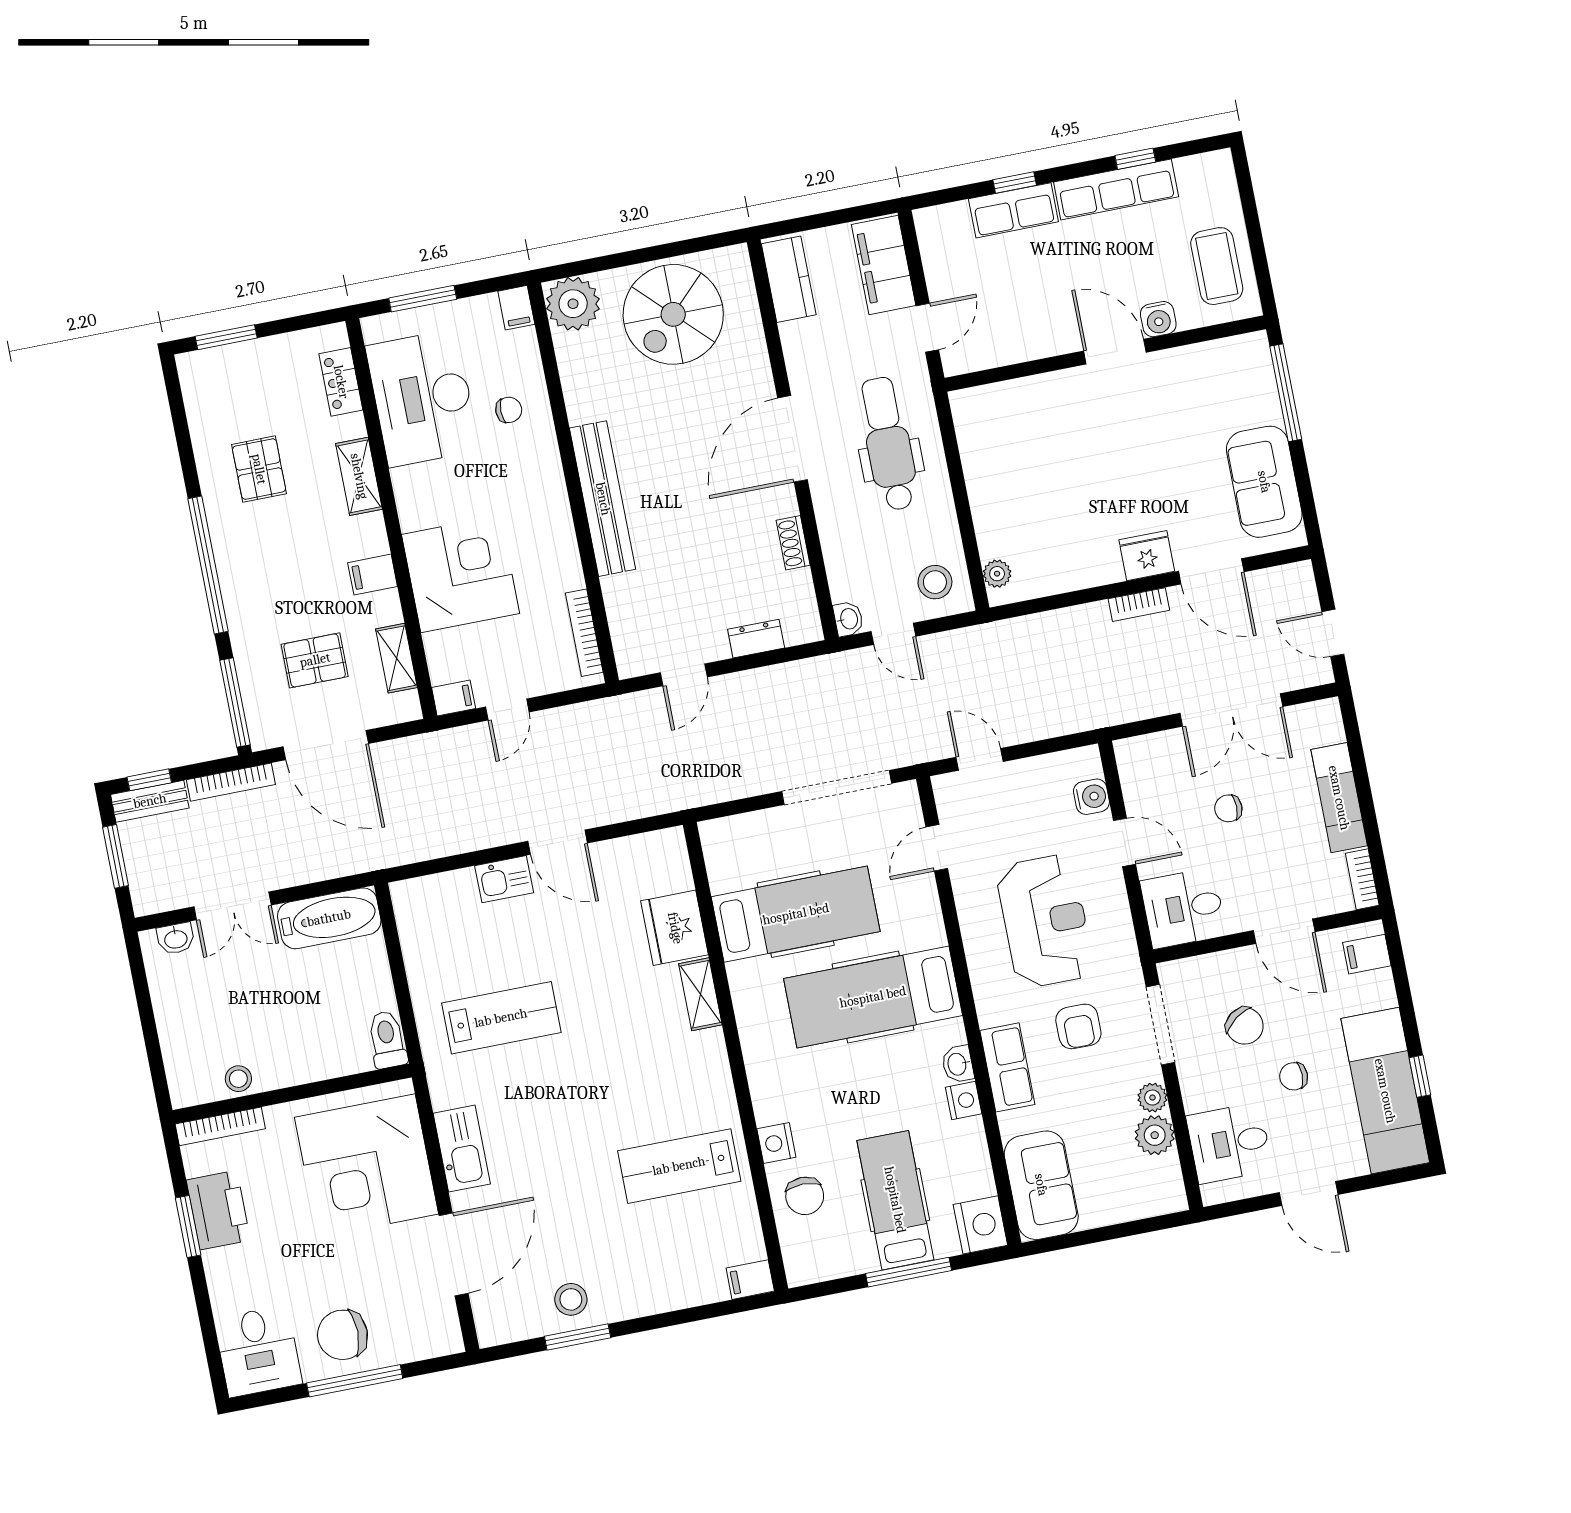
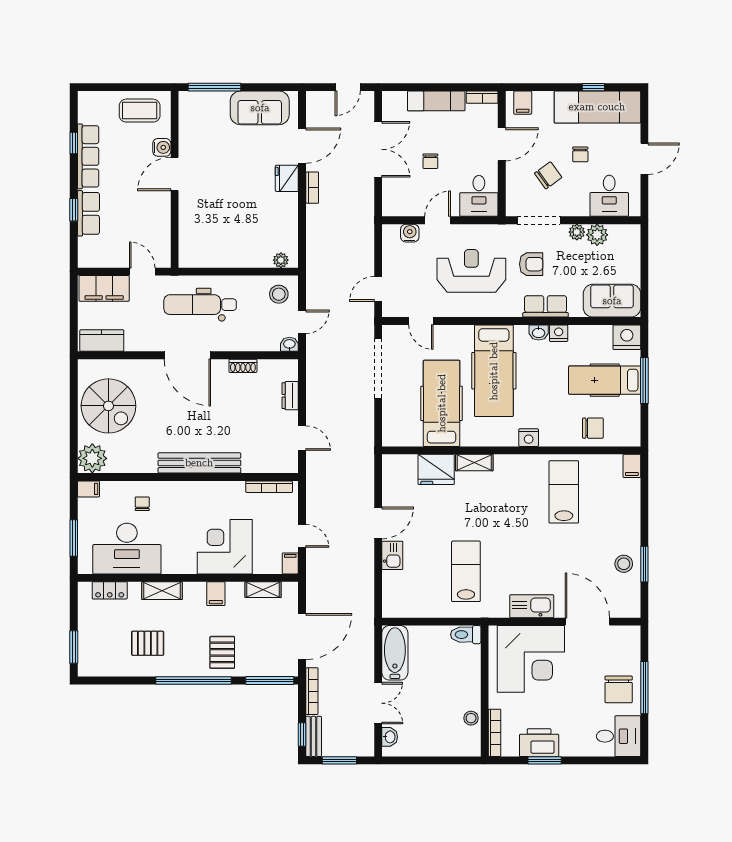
pallet: (315, 660) -> (222, 652), moved
nightstand: (776, 1143) -> (529, 438), moved
lab bench: (679, 1166) -> (564, 492), turned 180

